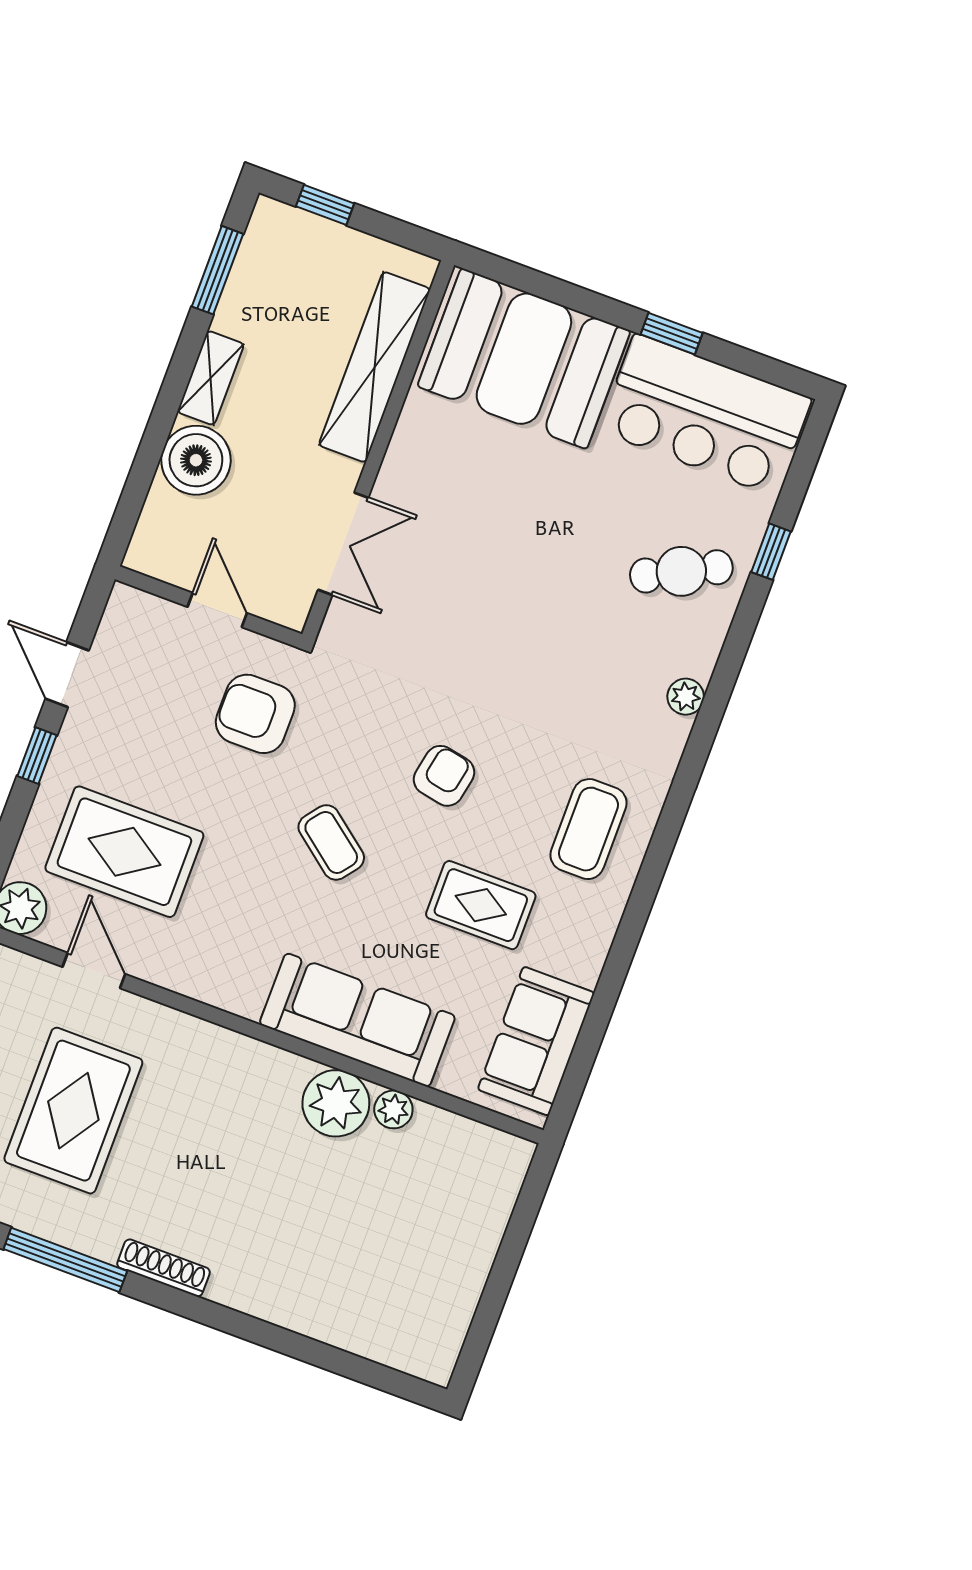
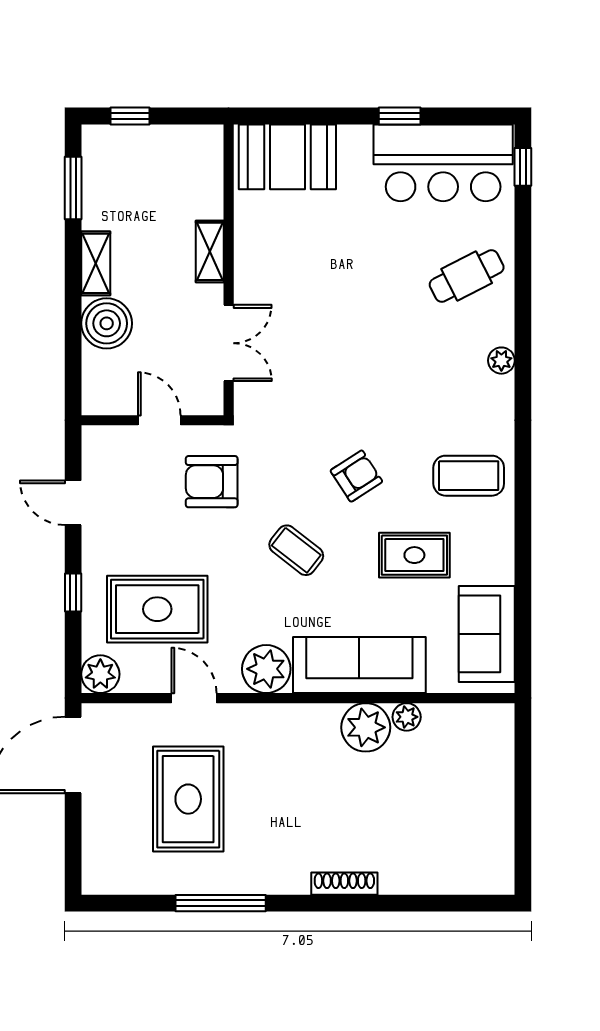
booth: (524, 359) -> (287, 157), width x0.73, depth x0.70
shelving: (375, 367) -> (210, 251), width x0.45, depth x0.75
window: (771, 552) -> (523, 167), moved
window: (37, 756) -> (73, 593), moved
armchair: (444, 776) -> (356, 476), turned 46
coffee table: (588, 829) -> (469, 476), turned 90
door: (94, 970) -> (194, 698), moved
plant: (236, 981) -> (266, 669), added
shoe rack: (164, 1268) -> (344, 884), moved

